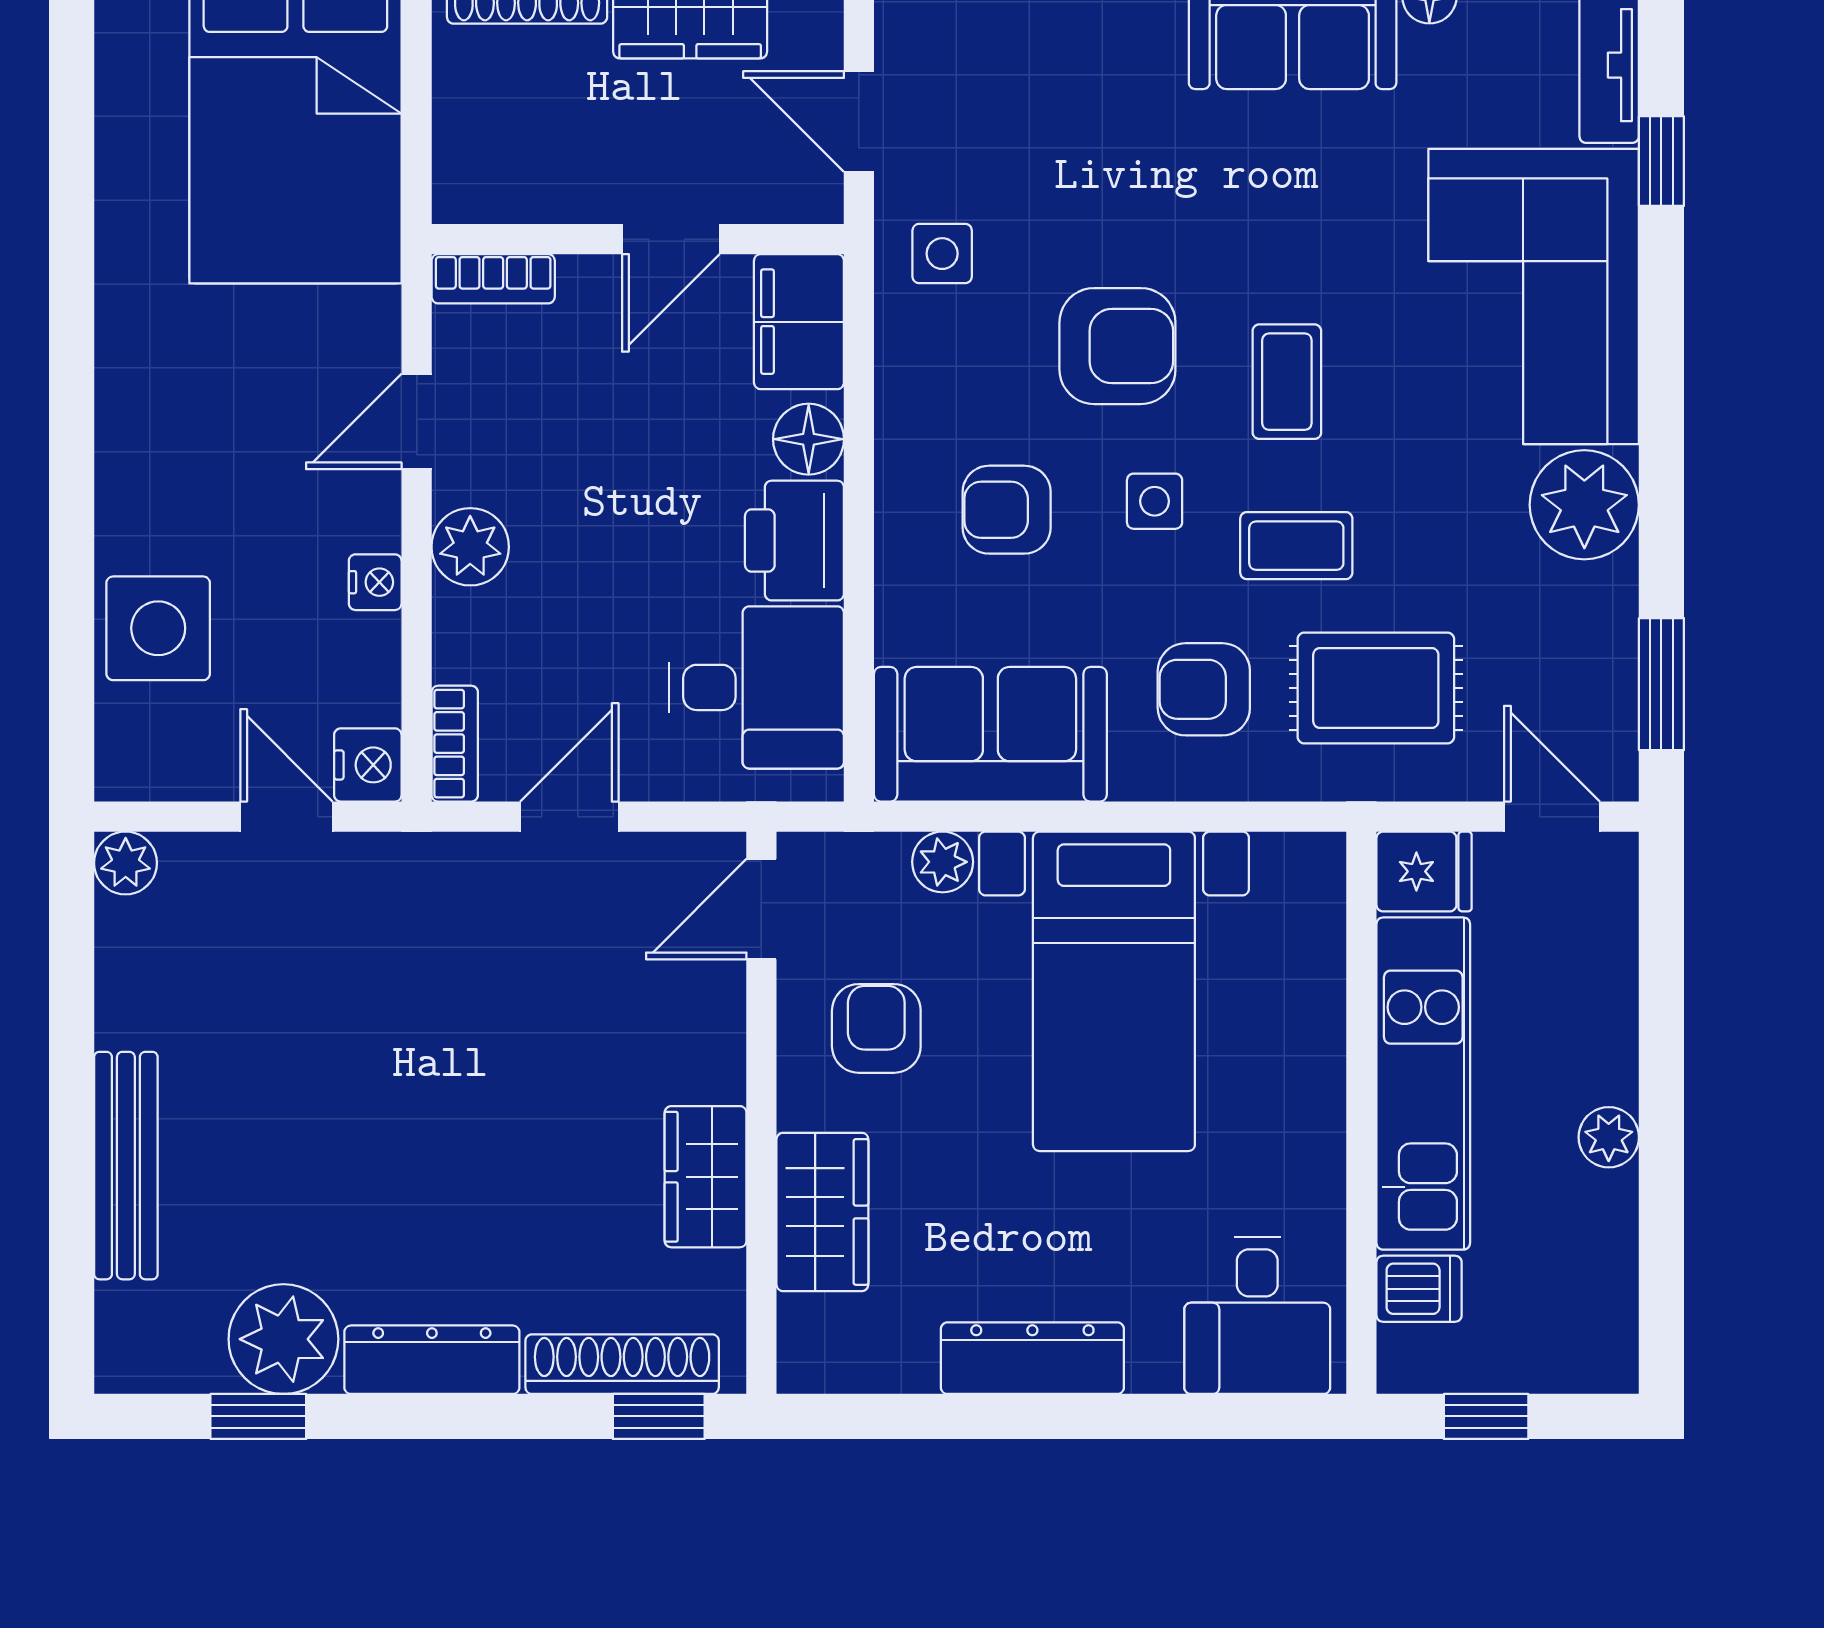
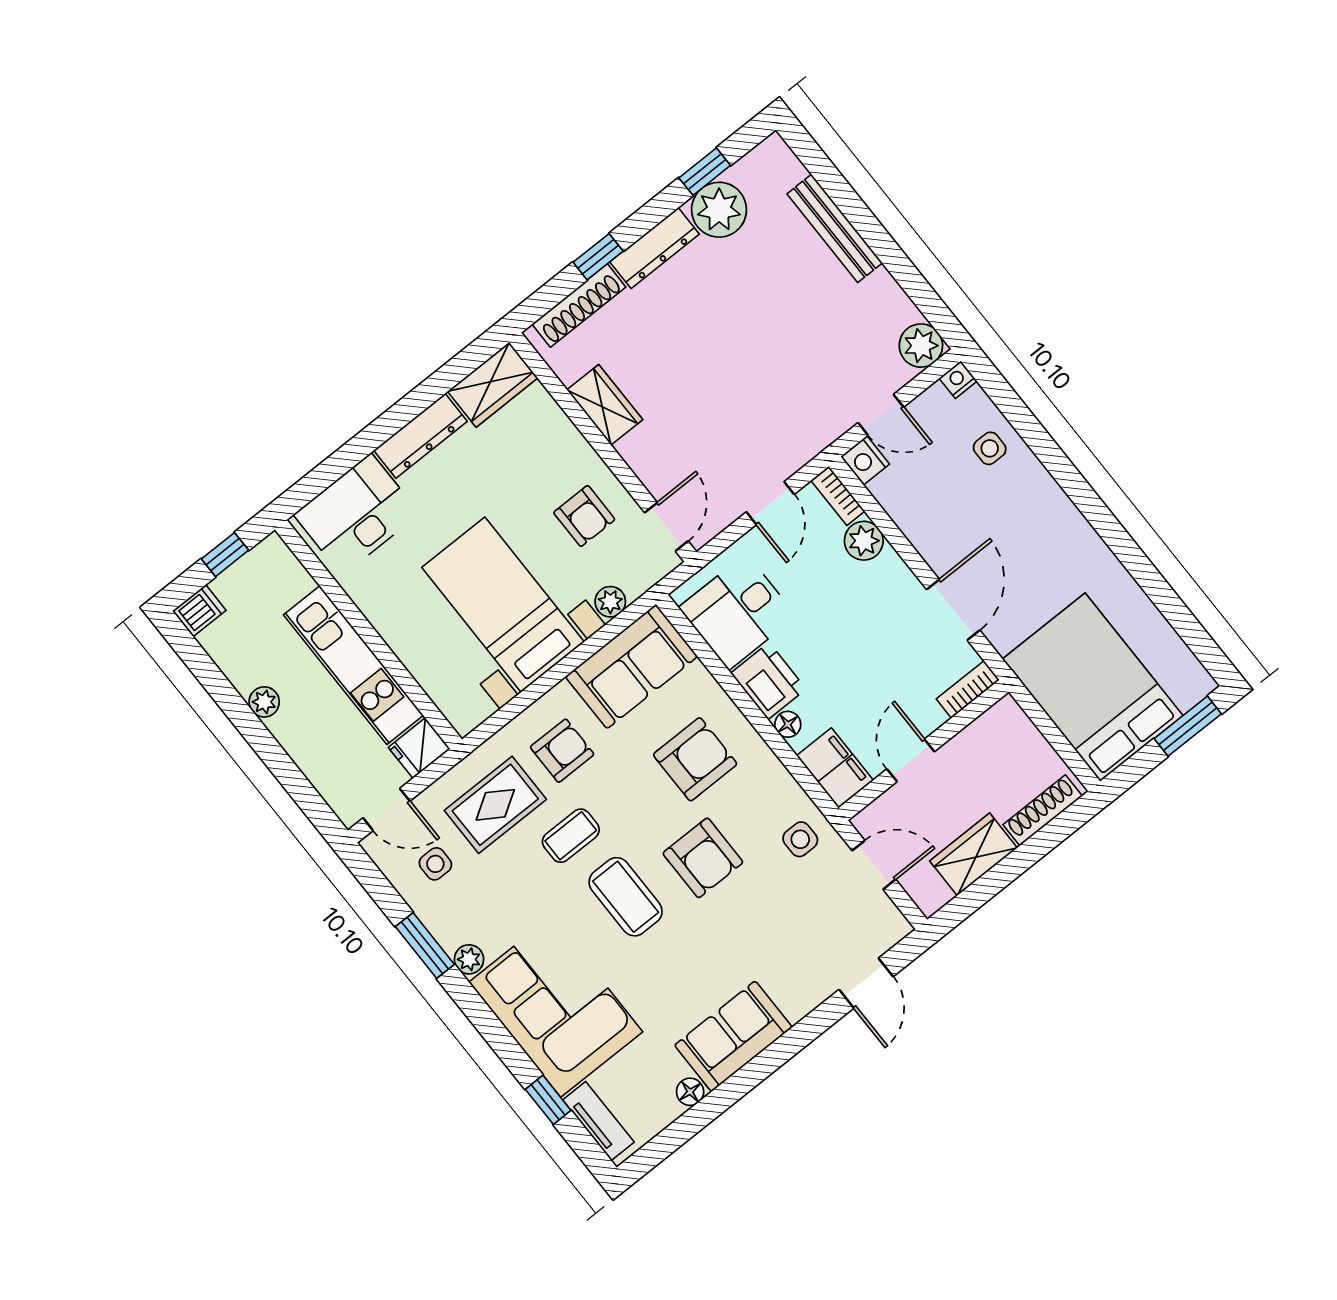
armchair: (1117, 346) -> (703, 858), turned -90
coffee table: (1287, 382) -> (626, 897), width x1.36, depth x1.30
door: (417, 421) -> (953, 610), width x1.38
floor lamp: (809, 439) -> (788, 724), width x0.73, depth x0.73
side table: (1155, 501) -> (435, 864), moved
plant: (1584, 505) -> (469, 959), width x0.53, depth x0.53
armchair: (1007, 510) -> (695, 759), width x1.38, depth x1.38
plant: (470, 547) -> (864, 541), moved
nightstand: (375, 582) -> (958, 380), moved, turned 90
side table: (158, 628) -> (990, 448), width x0.54, depth x0.54
window: (1661, 684) -> (425, 945), moved
plant: (126, 863) -> (921, 346), width x1.38, depth x1.38
wardrobe: (822, 1212) -> (493, 385), moved, turned -90
dishwasher: (1419, 1289) -> (199, 611), moved, turned 180
desk: (1257, 1315) -> (357, 514), width x1.37
window: (659, 1416) -> (598, 257), moved

